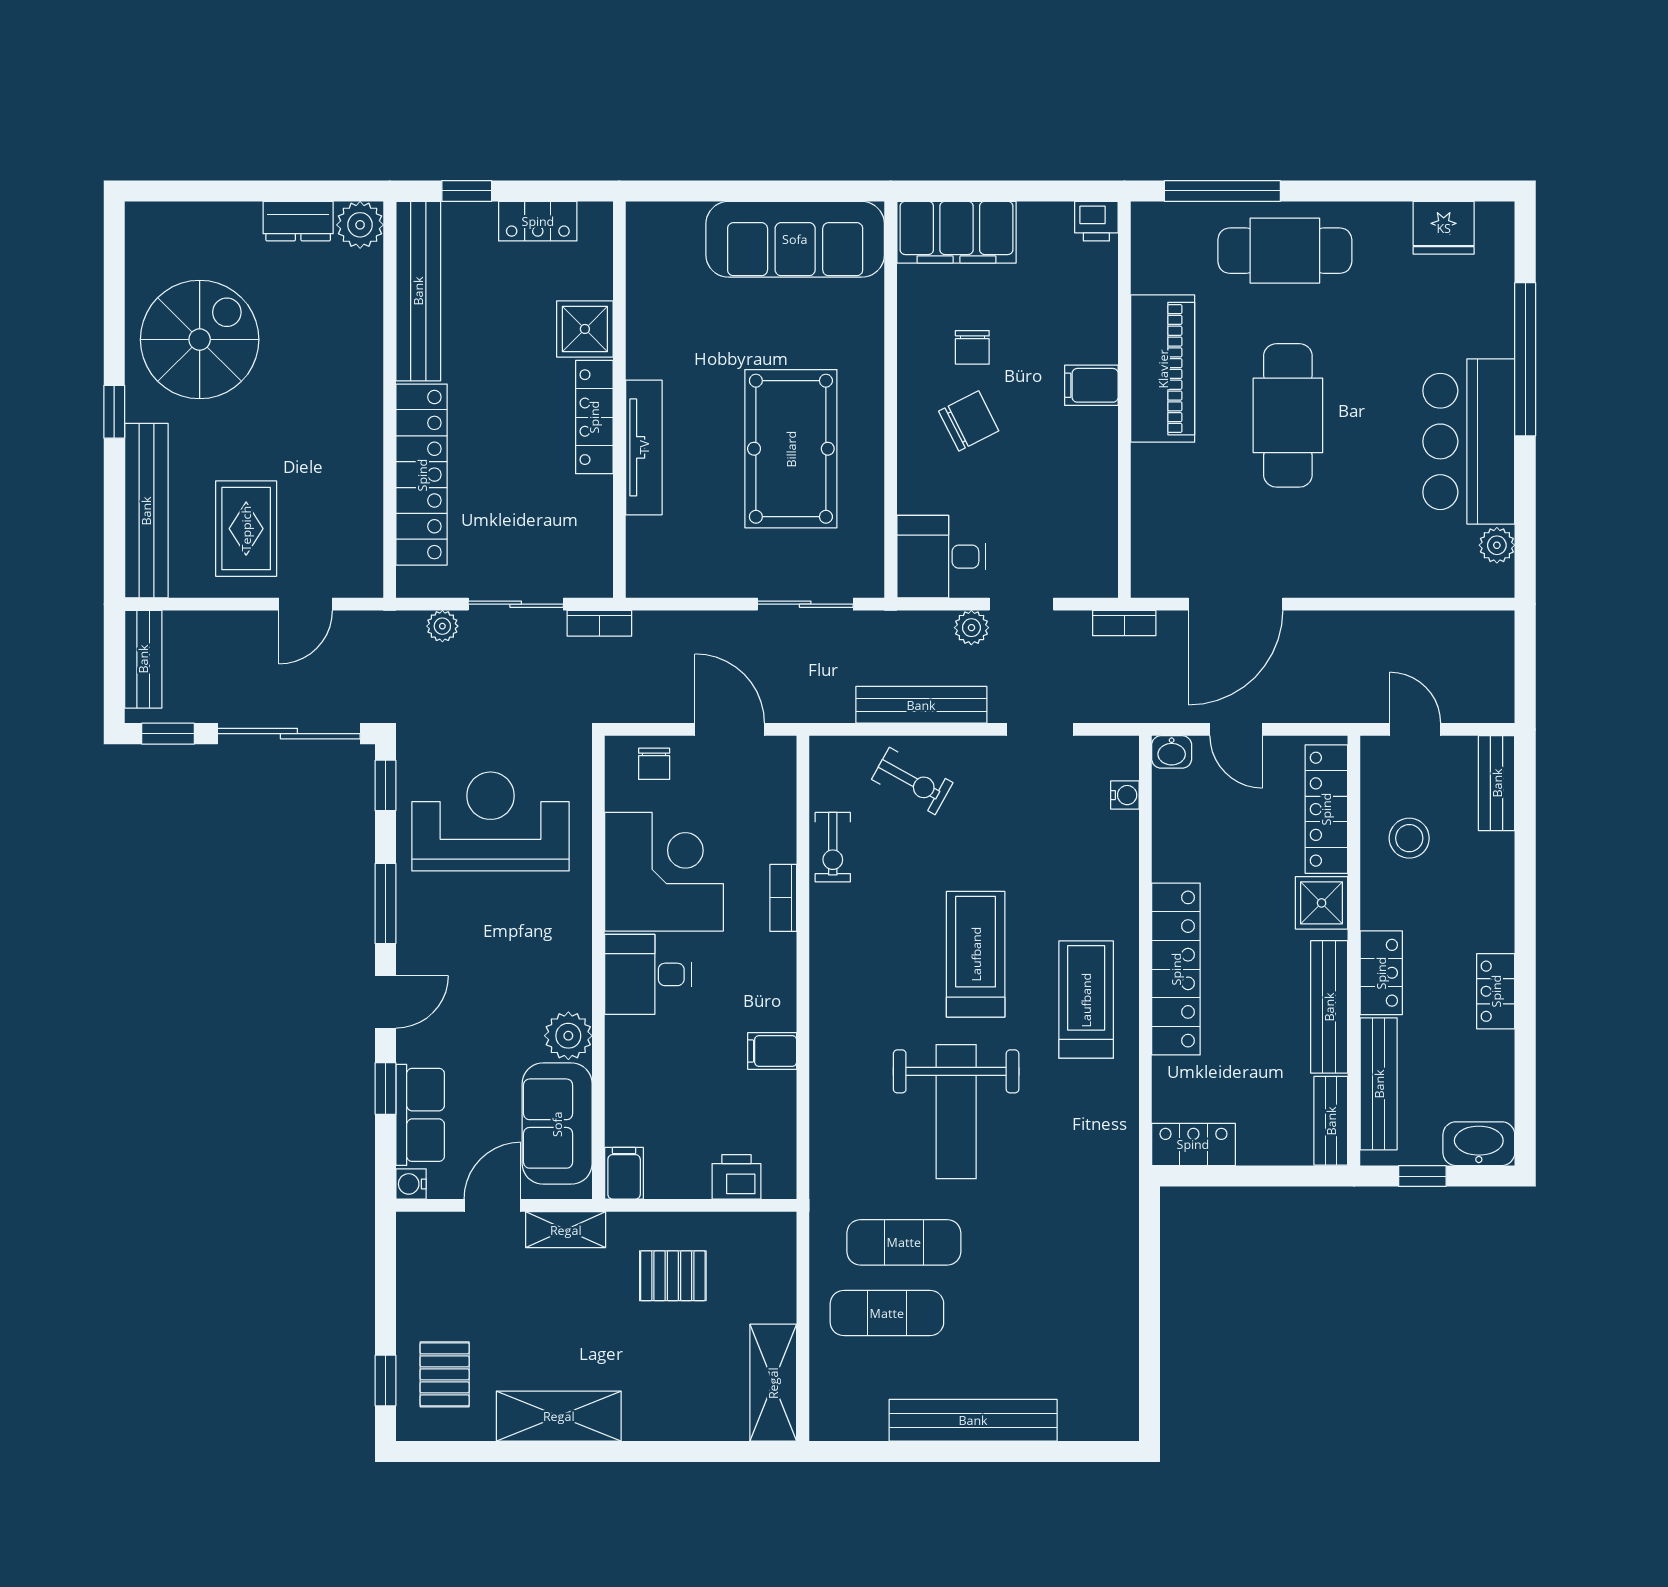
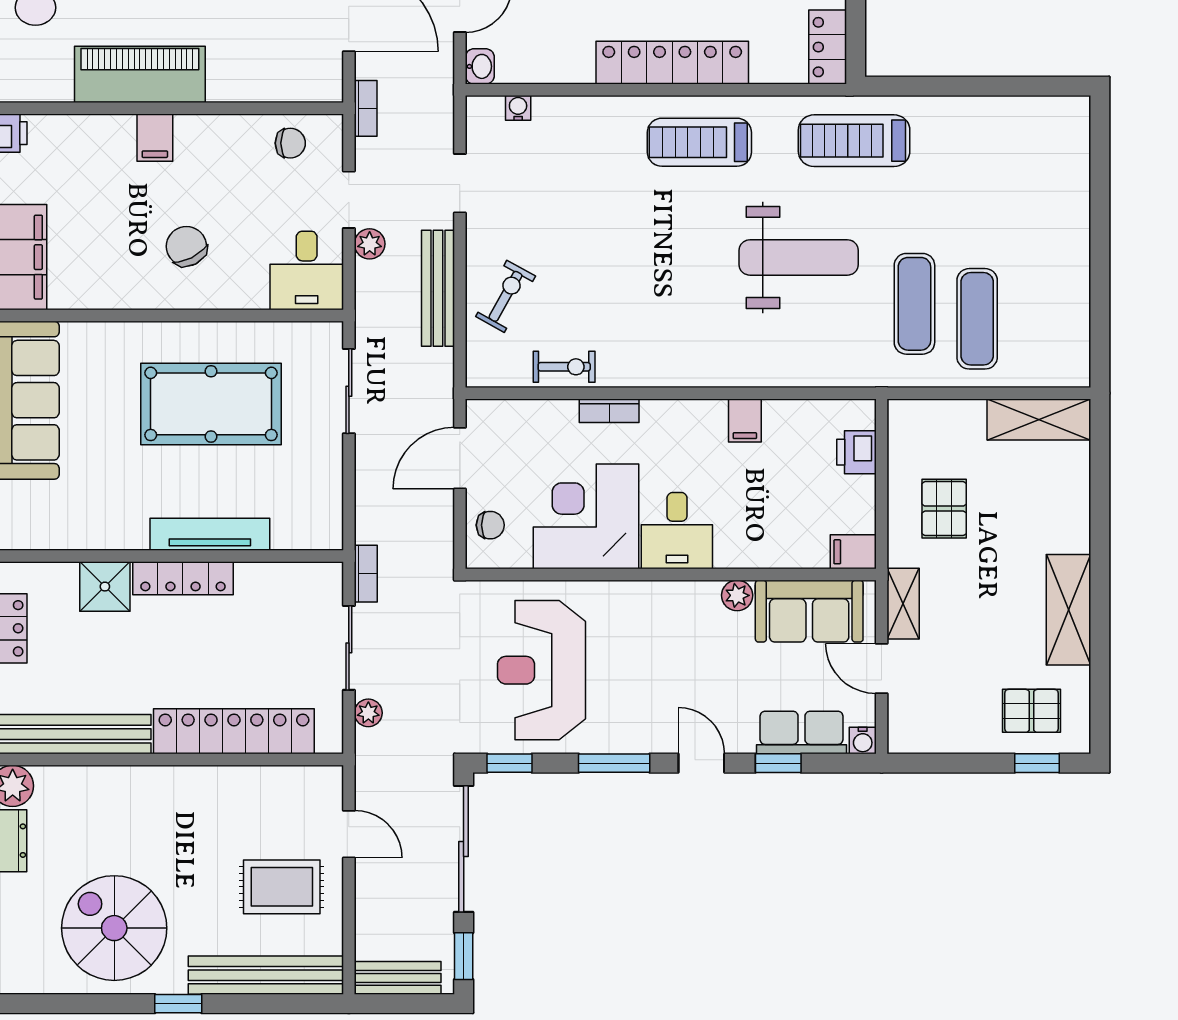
chair: (972, 347) -> (290, 143), moved
treadmill: (976, 954) -> (854, 141), moved
plant: (568, 1036) -> (737, 595), width x0.73, depth x0.73
bench: (973, 1420) -> (1072, 242), removed

